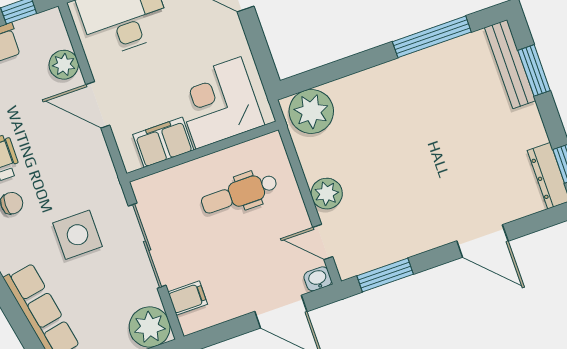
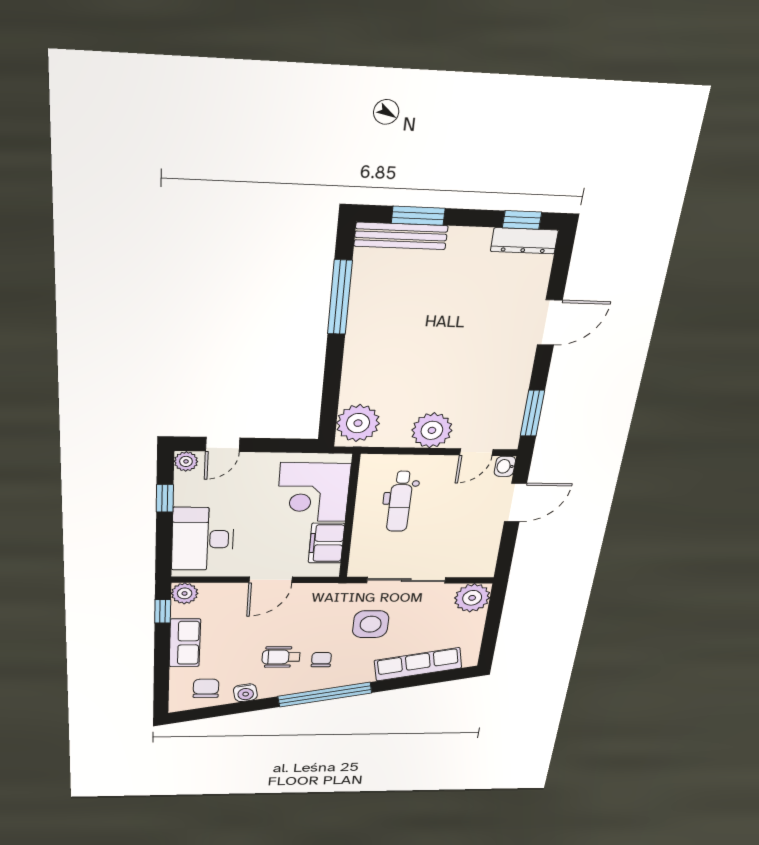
plant: (64, 65) -> (185, 593), moved
plant: (327, 194) -> (432, 430), width x1.36, depth x1.36
filing cabinet: (188, 298) -> (465, 565), removed

